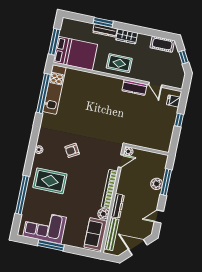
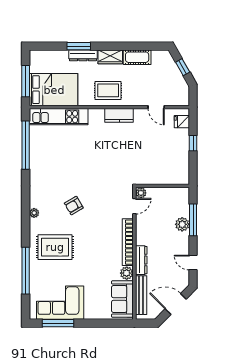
cot: (162, 44) -> (137, 57), moved
kitchen counter: (135, 87) -> (119, 115), moved
kitchen unit: (54, 89) -> (59, 117), moved, turned 90
door: (159, 217) -> (193, 263), hinge flipped
window: (51, 245) -> (58, 323), moved

